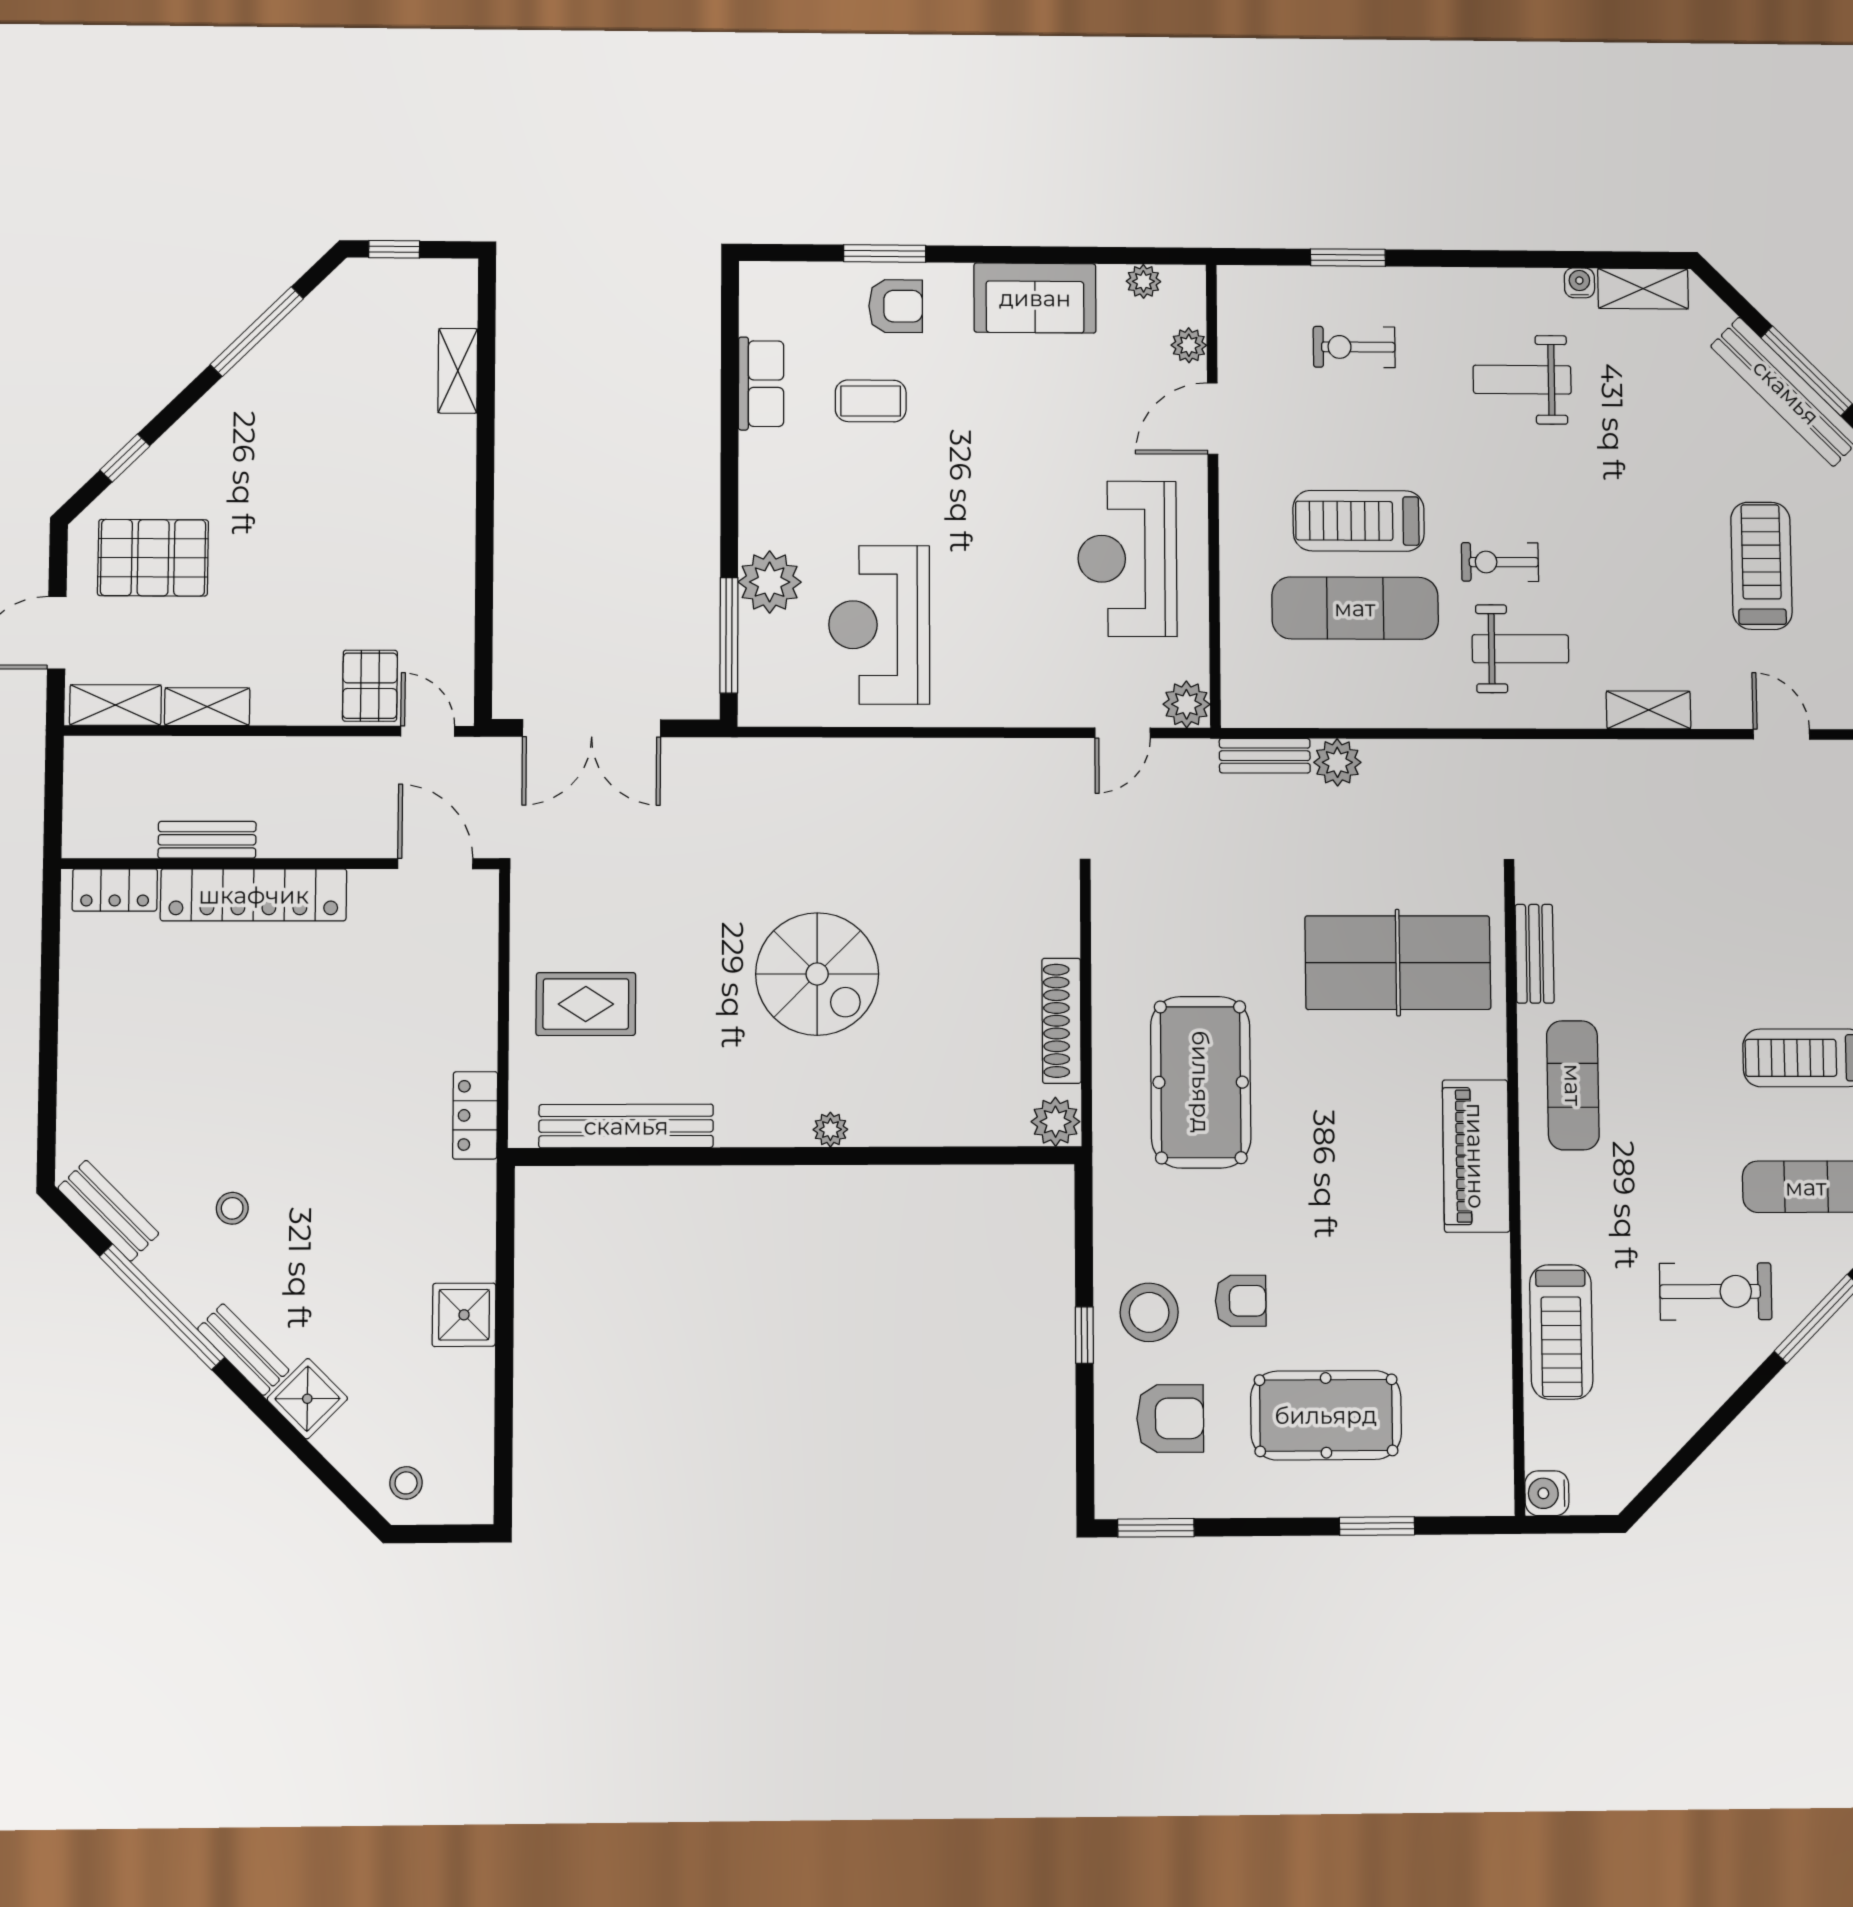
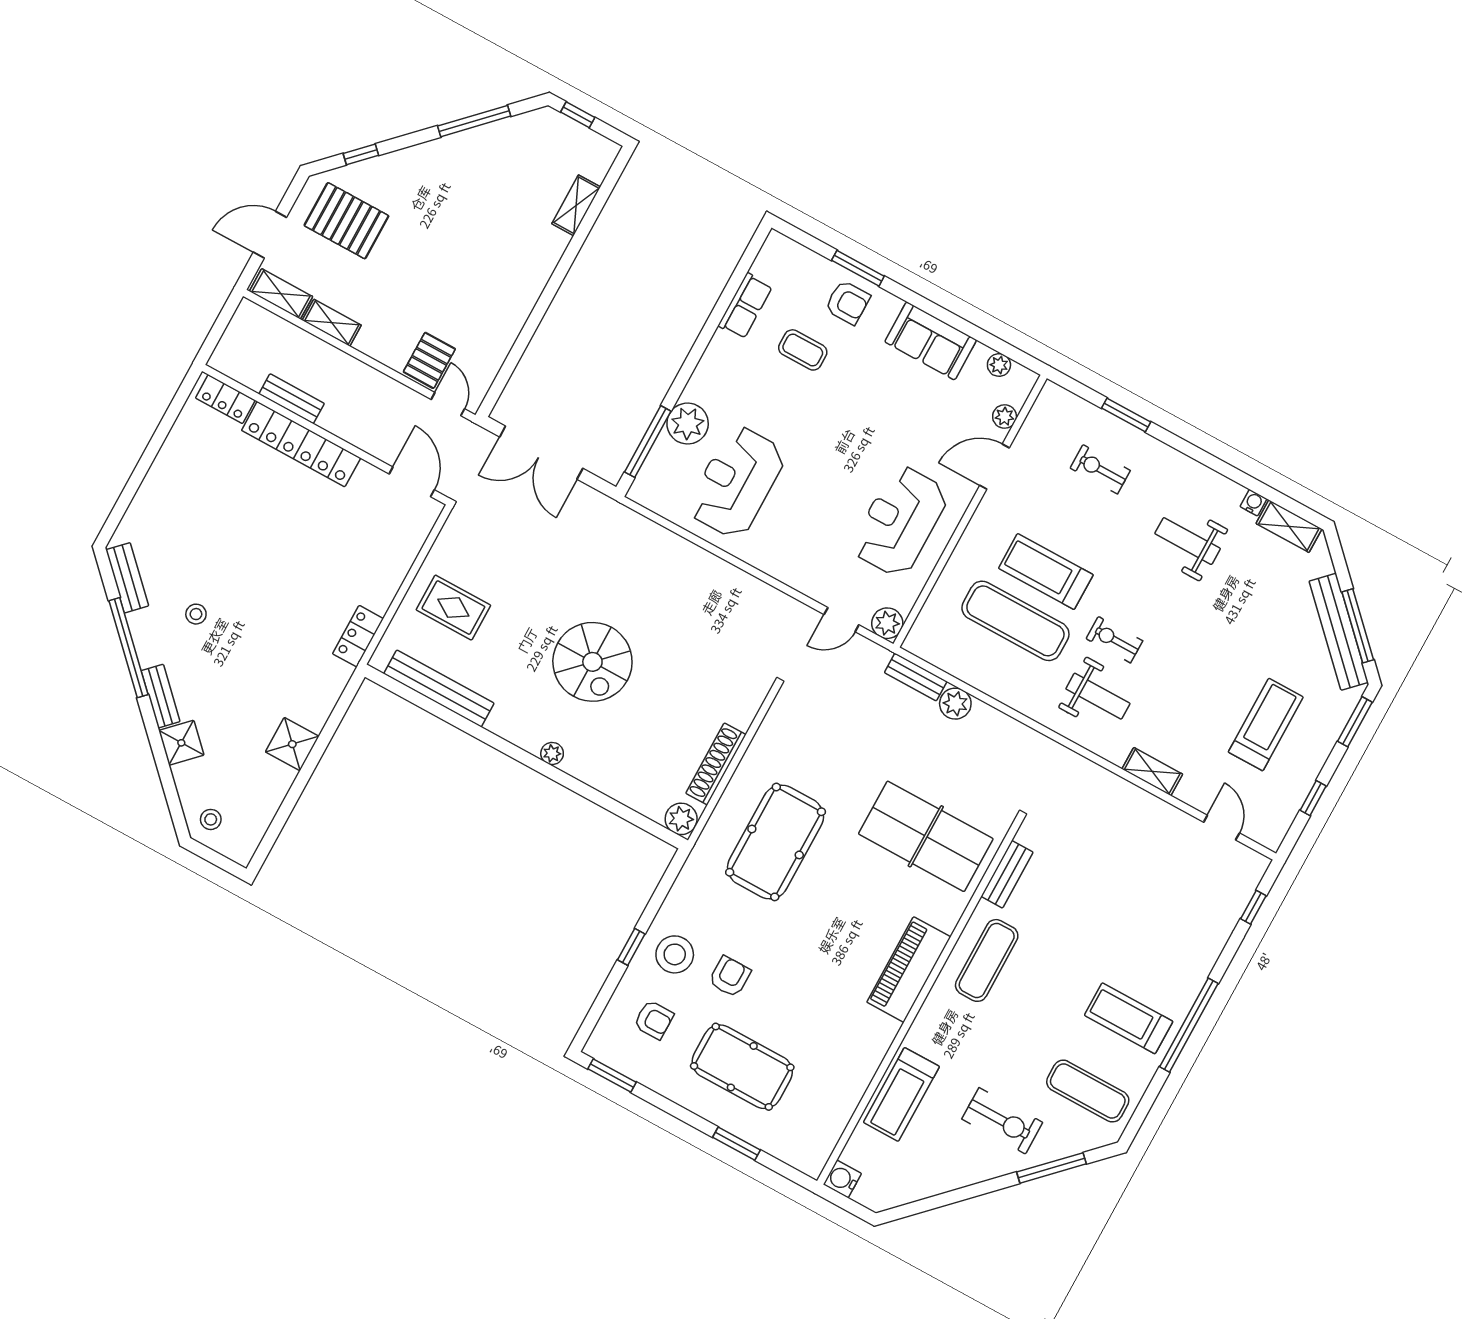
armchair: (1241, 1301) -> (730, 977), turned -90
armchair: (1170, 1418) -> (654, 1020), width x0.72, depth x0.72

